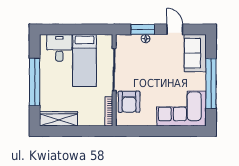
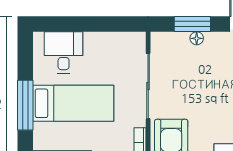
bed: (85, 61) -> (73, 103), moved, turned -90
window: (35, 82) -> (25, 105), width x0.68

